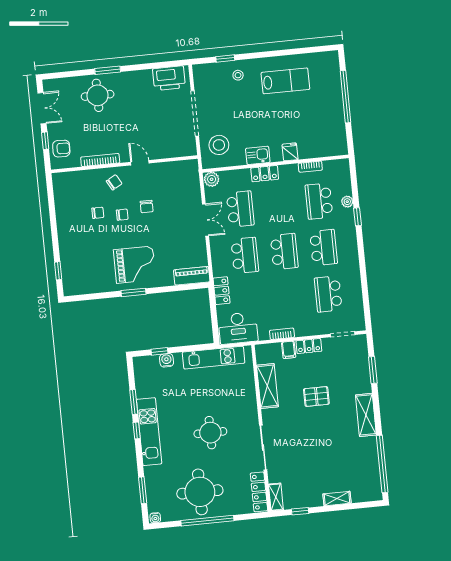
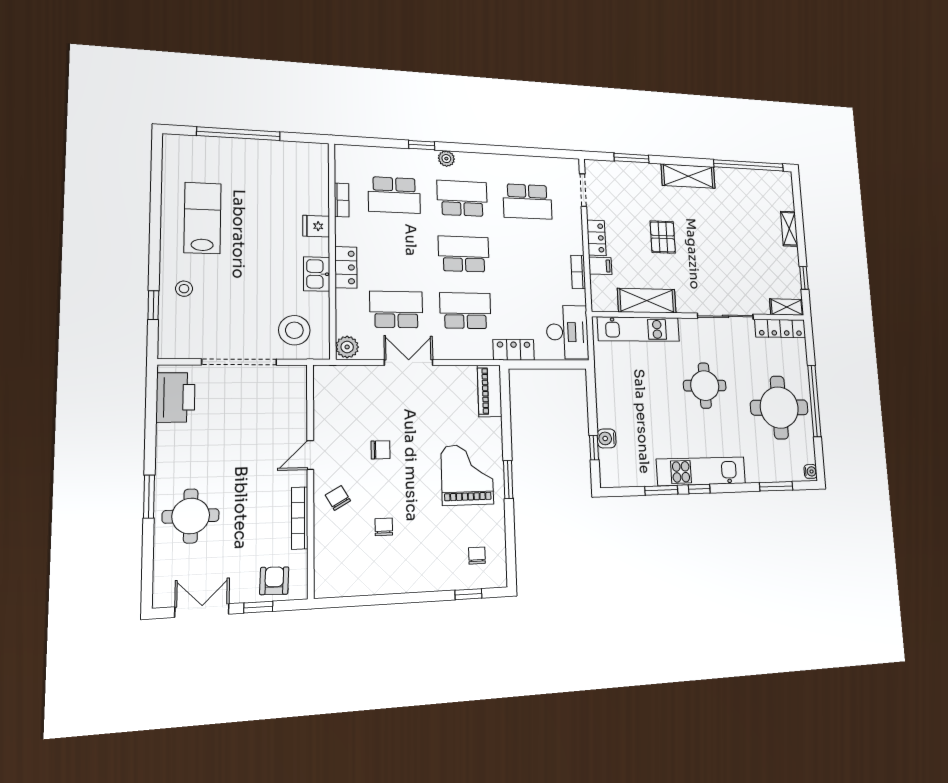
plant: (347, 202) -> (446, 159), moved
chair: (122, 215) -> (477, 556), moved
kitchen unit: (214, 358) -> (639, 329), moved, turned 90

